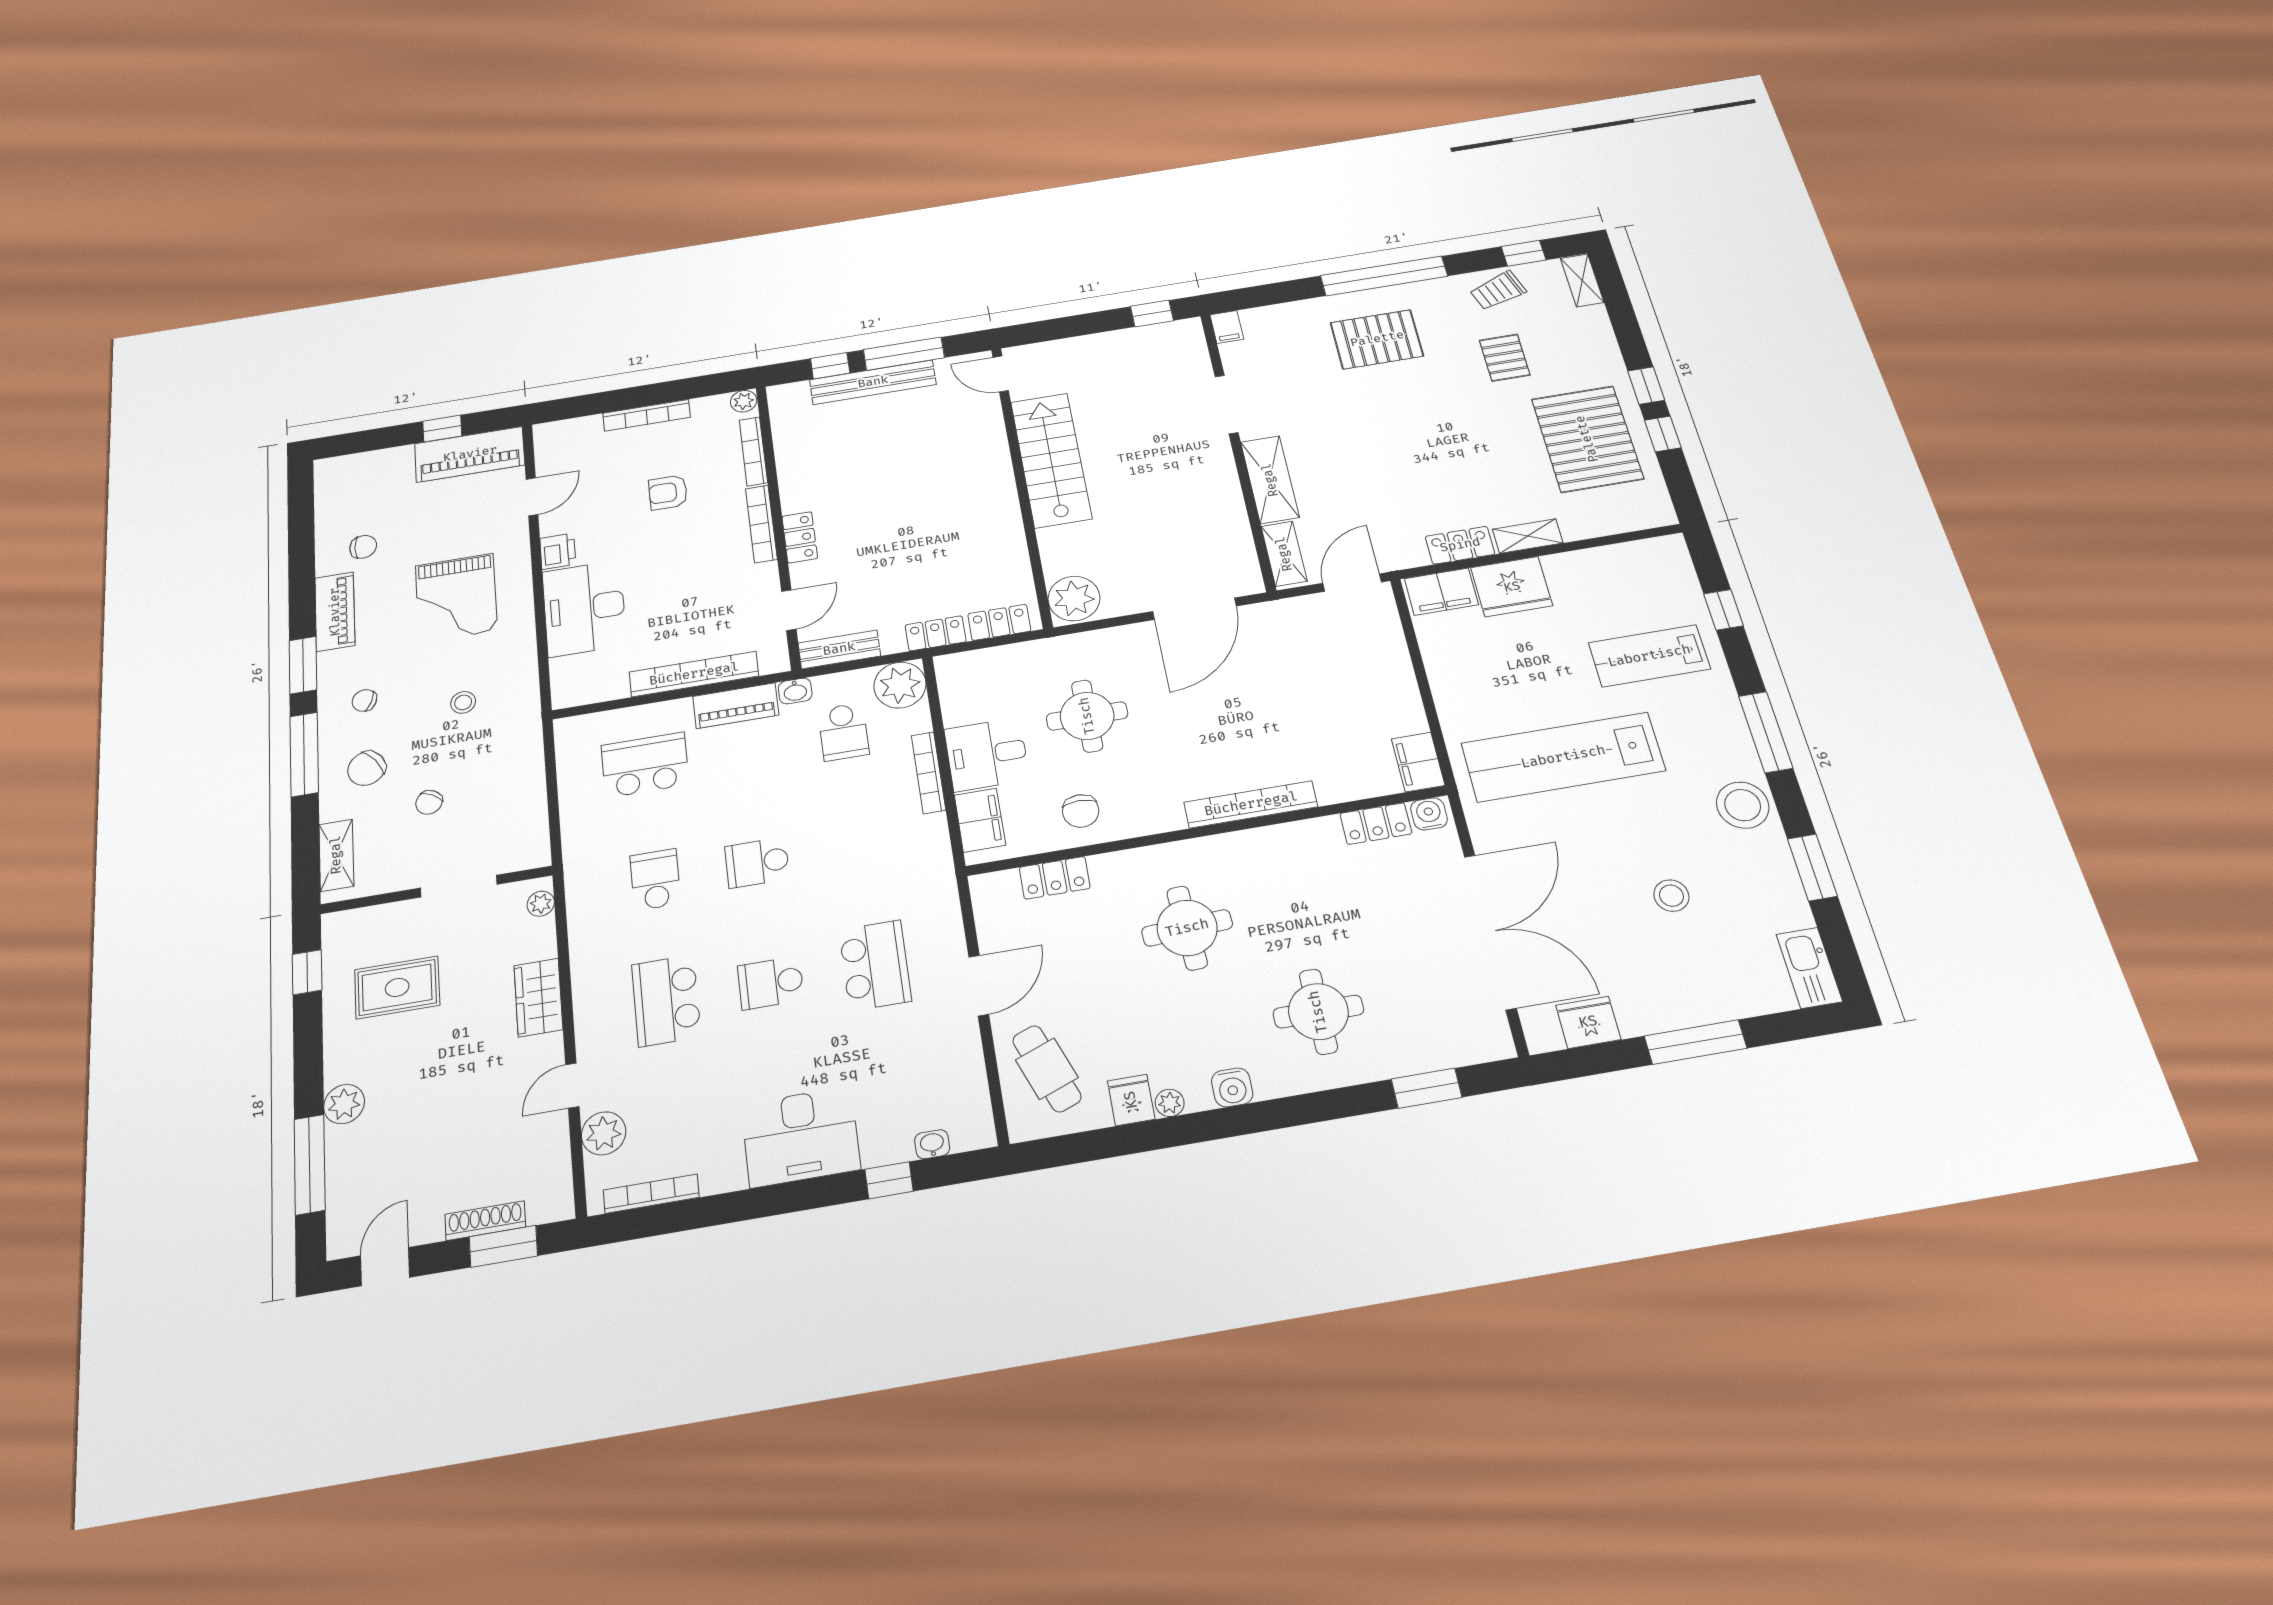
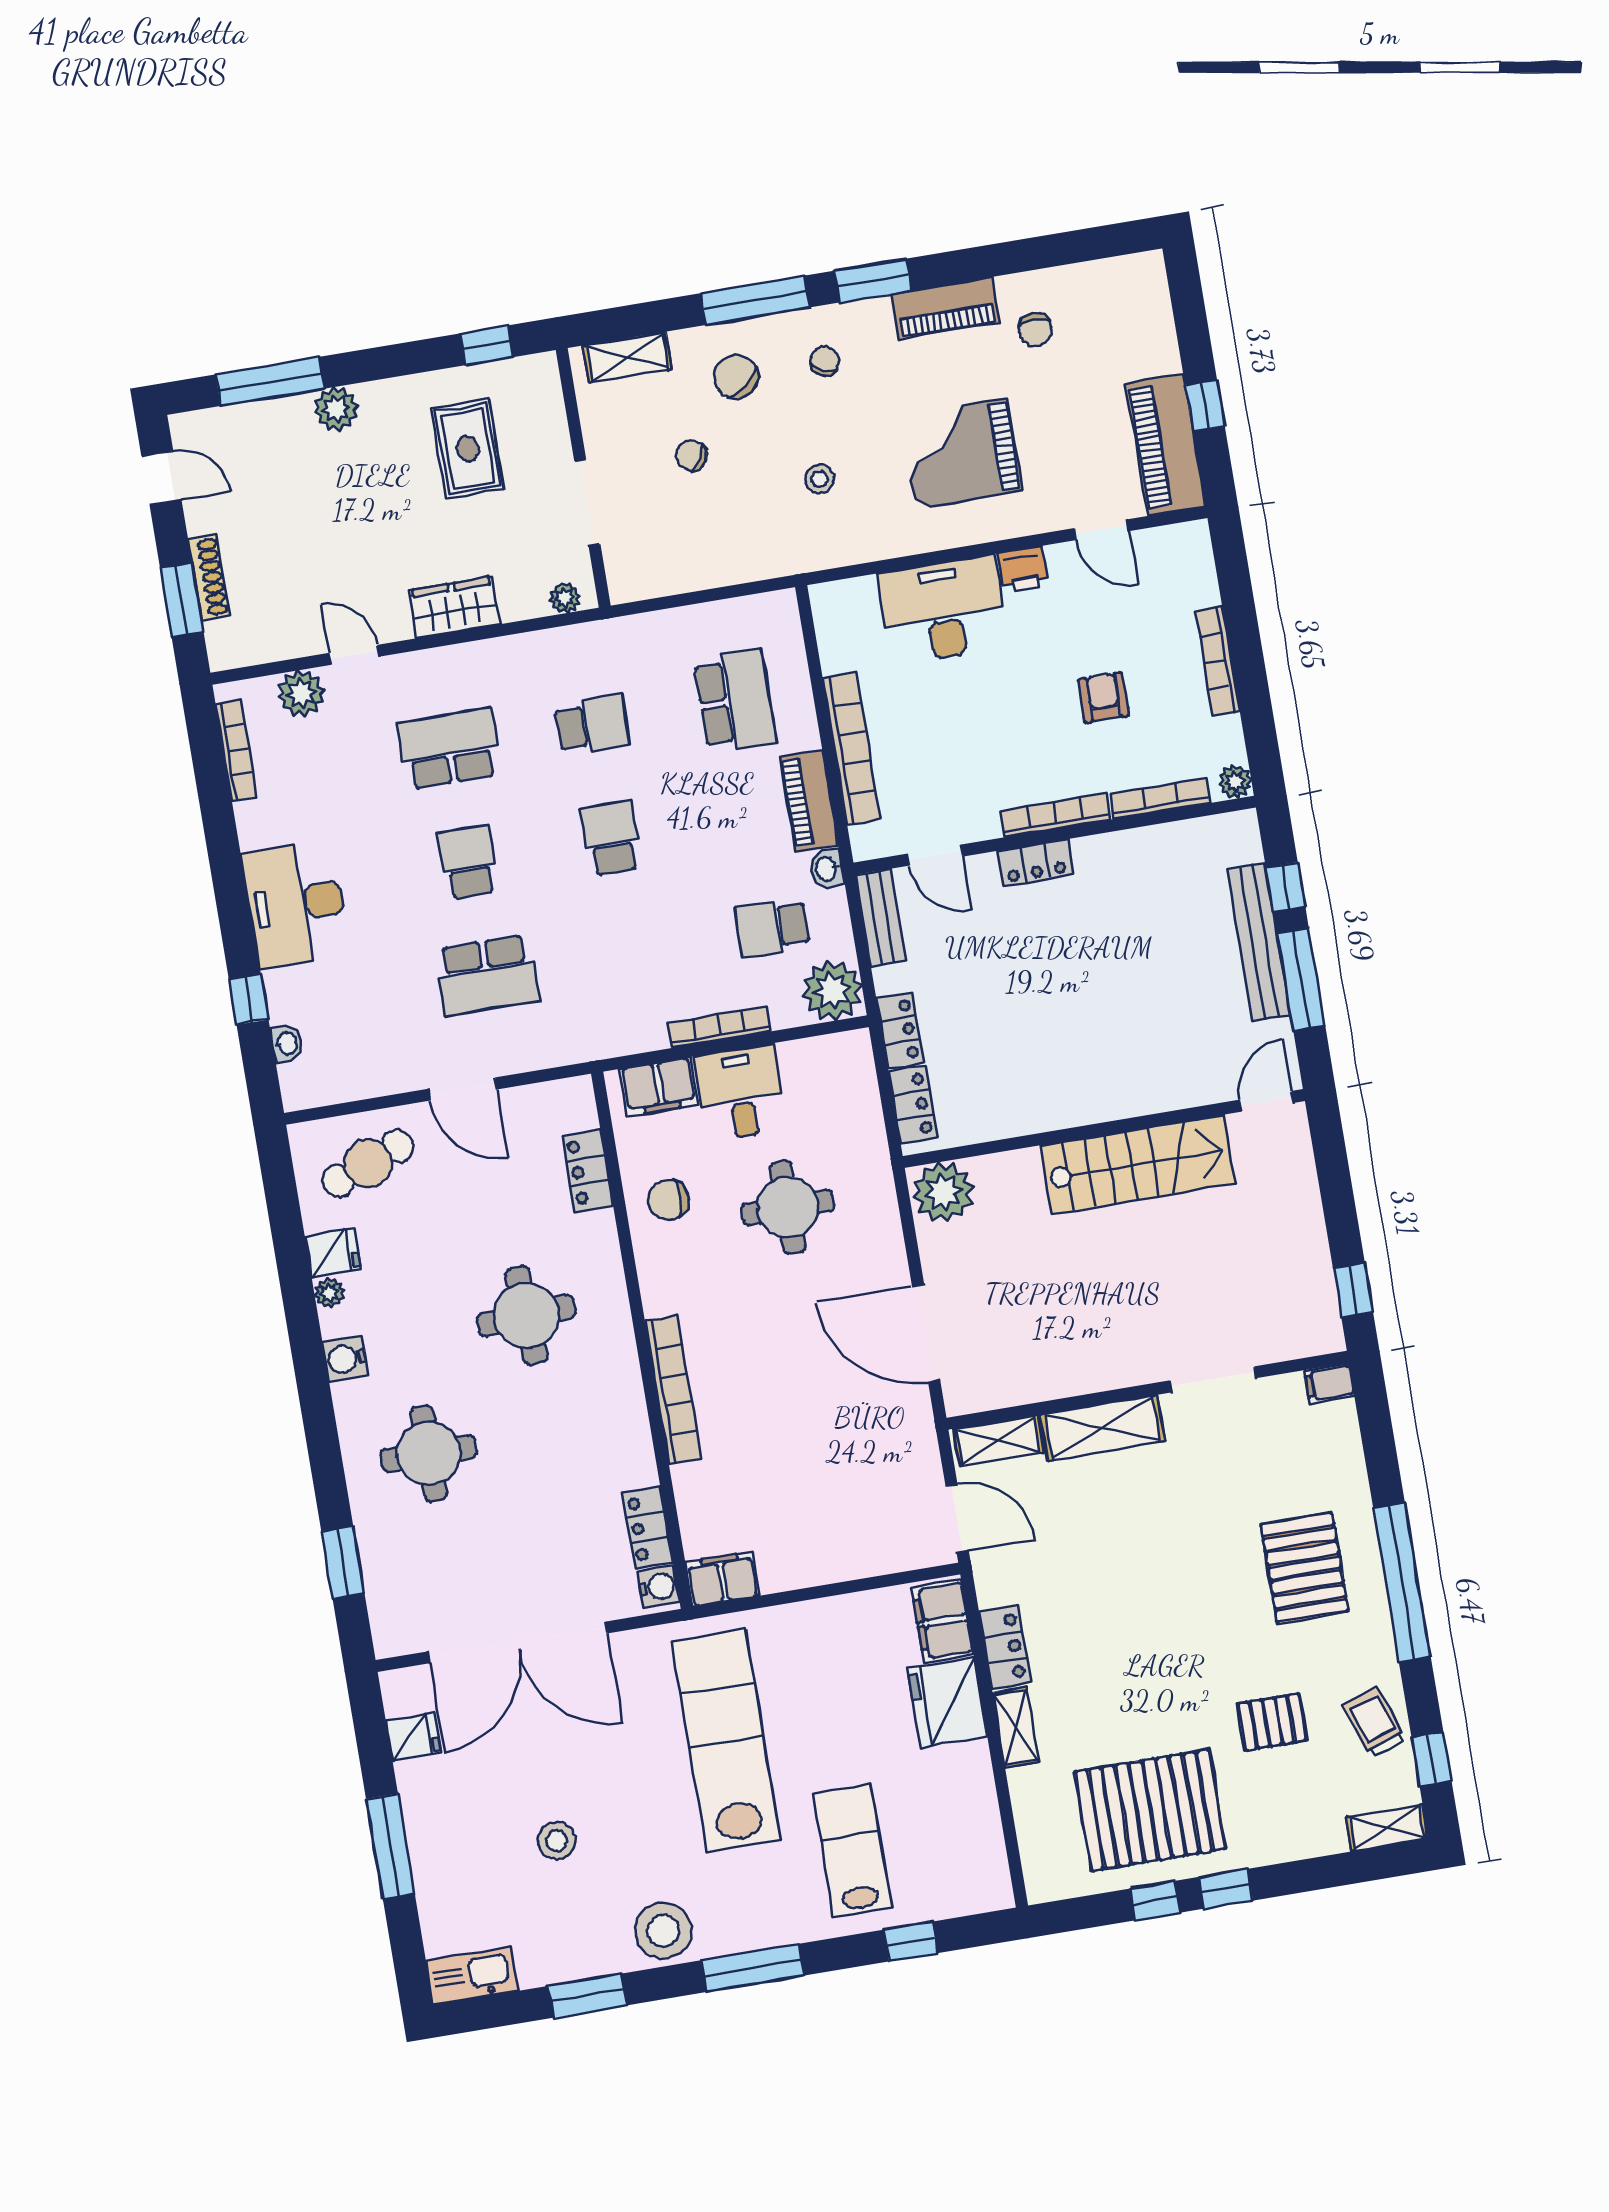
fridge: (1588, 1022) -> (413, 1737), width x0.72

